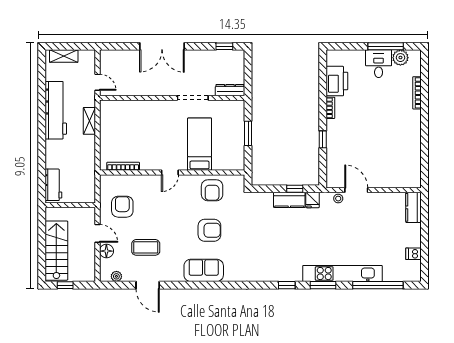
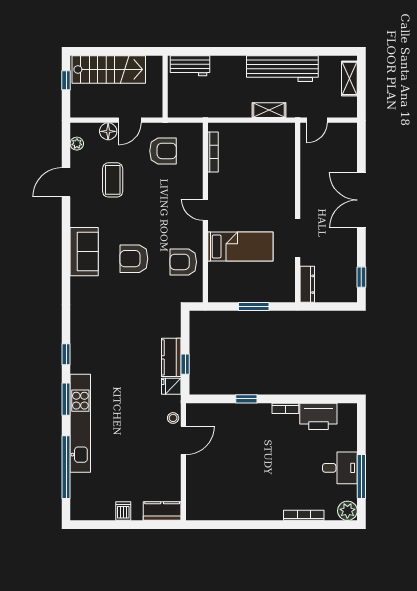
plant: (400, 58) -> (347, 511), moved
armchair: (209, 230) -> (134, 259), turned 90
dishwasher: (413, 254) -> (123, 511), moved

